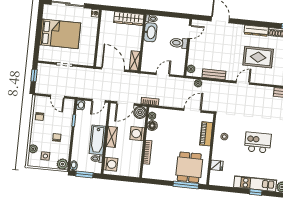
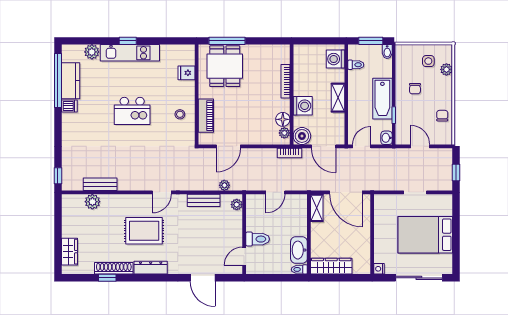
door: (125, 104) -> (324, 146), swing flipped
bathtub: (97, 140) -> (382, 99), moved, turned 180
plant: (62, 164) -> (403, 52), removed

